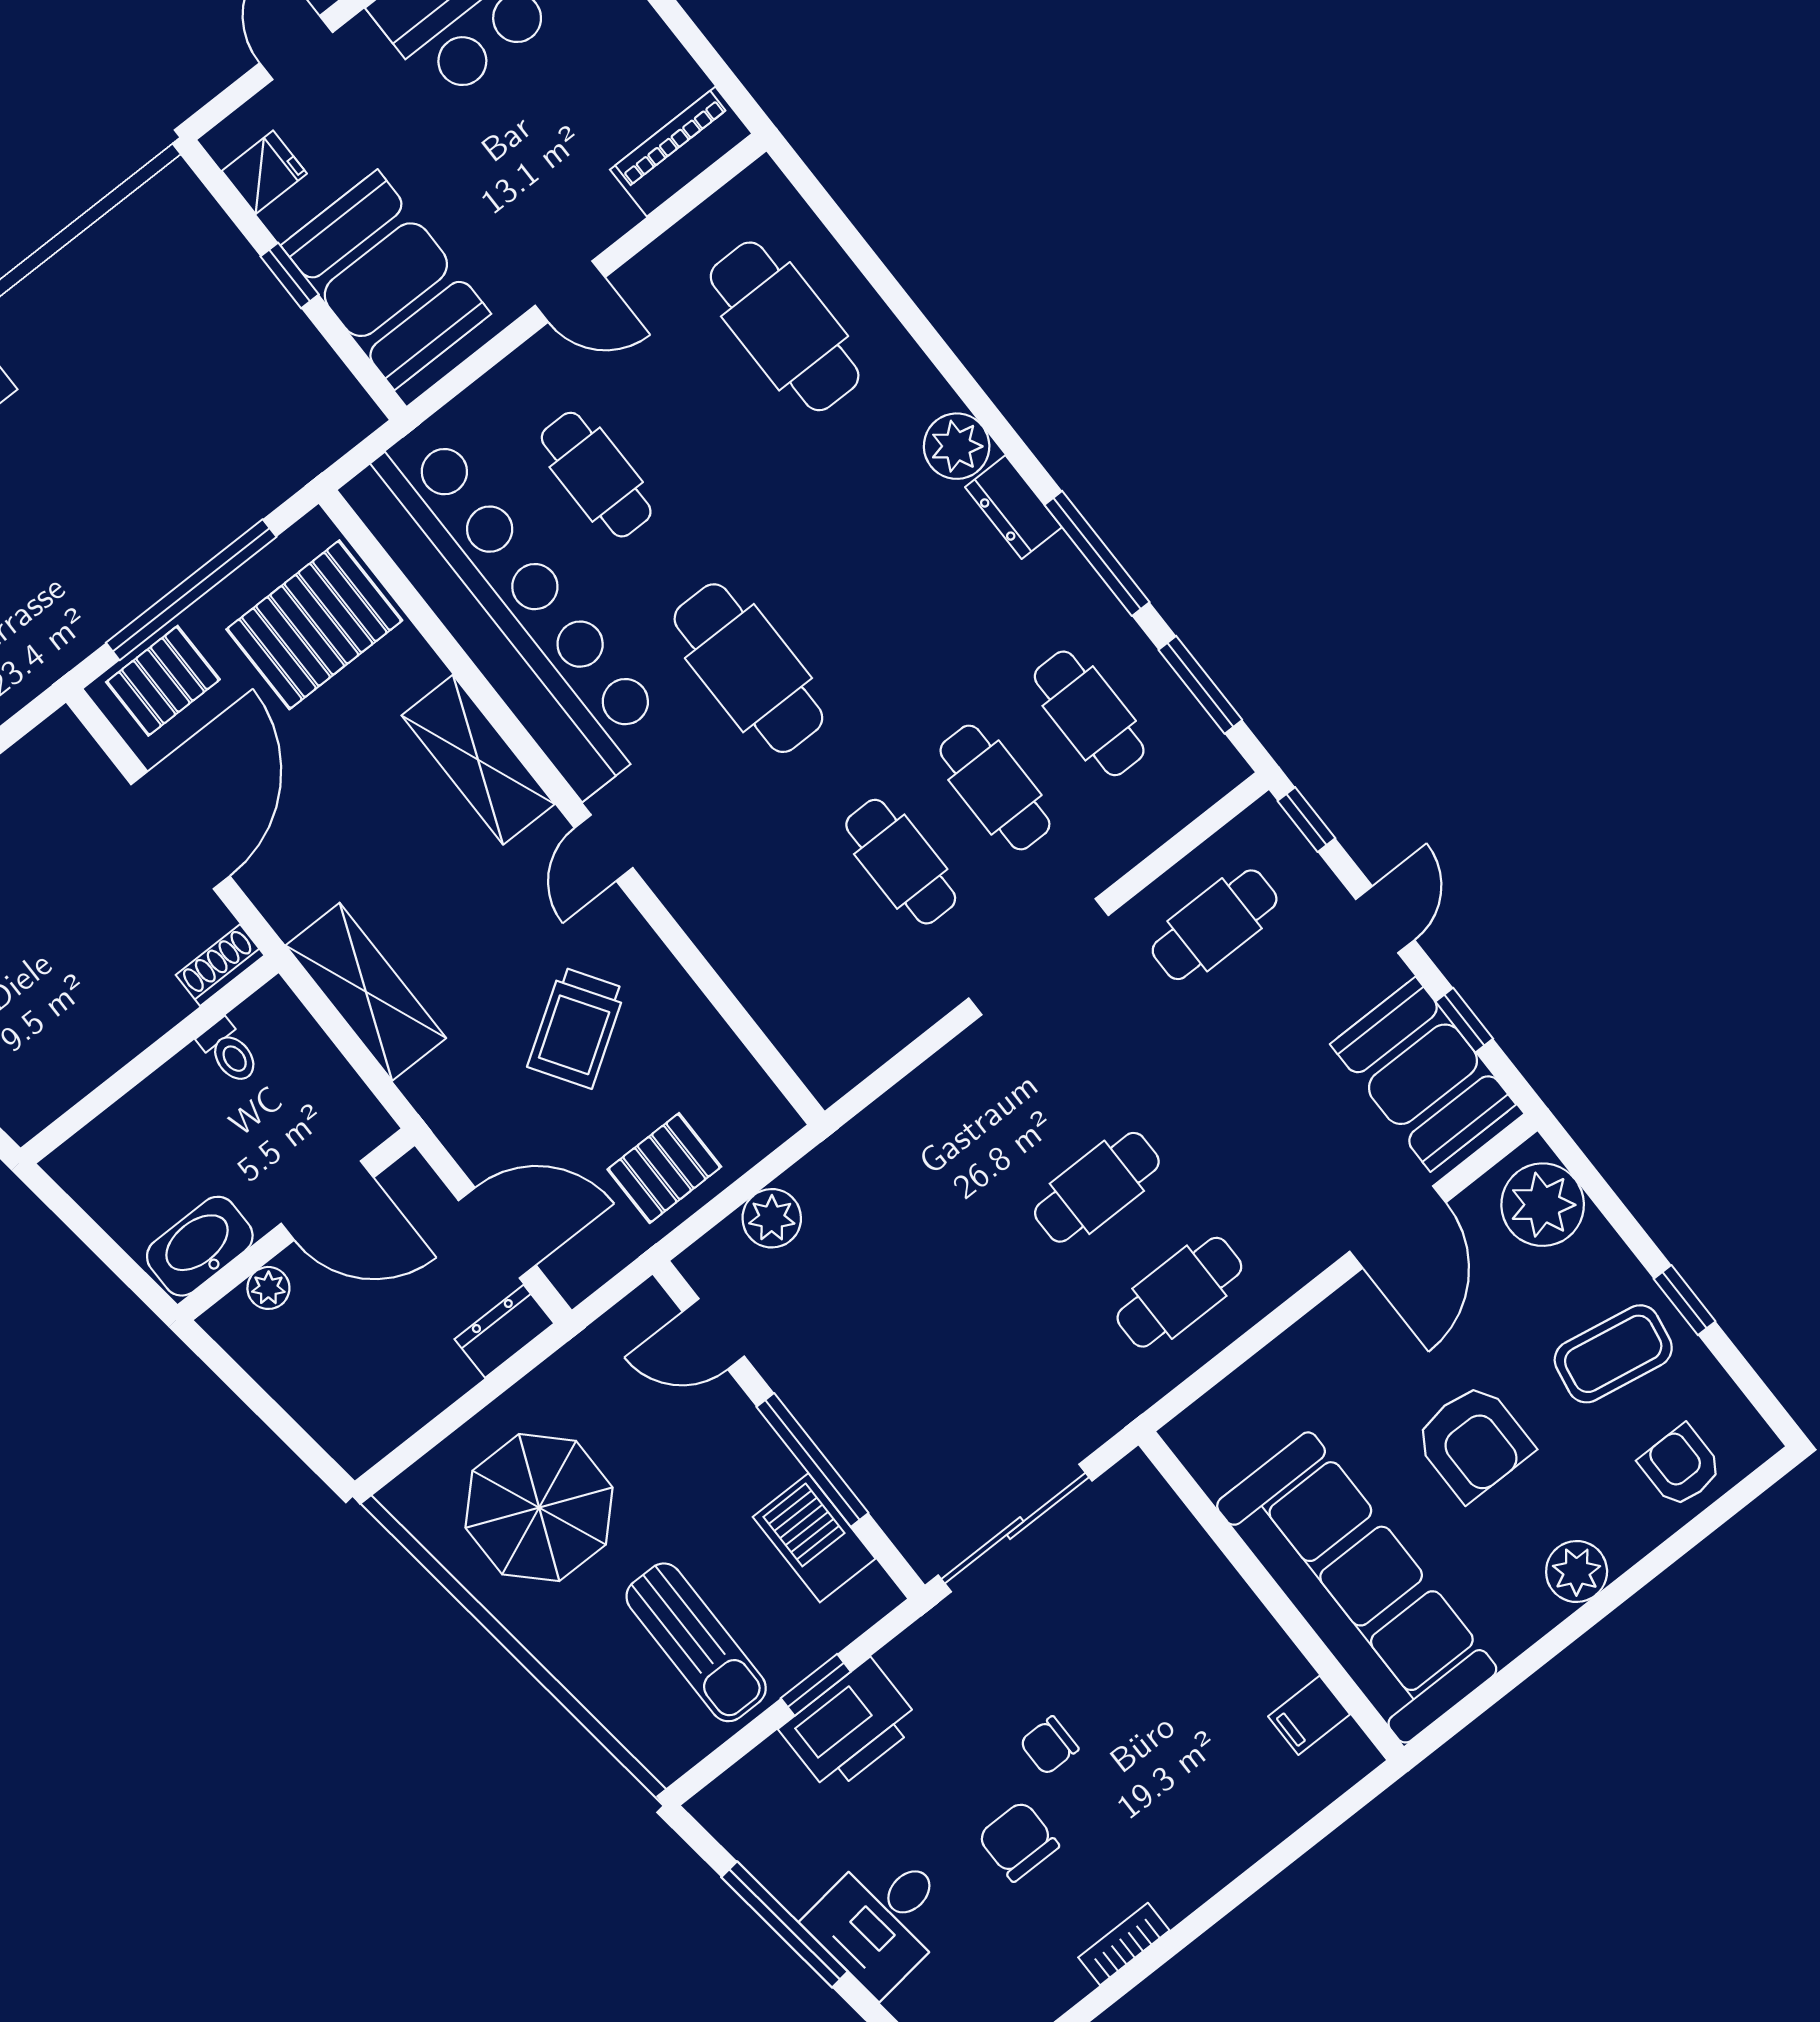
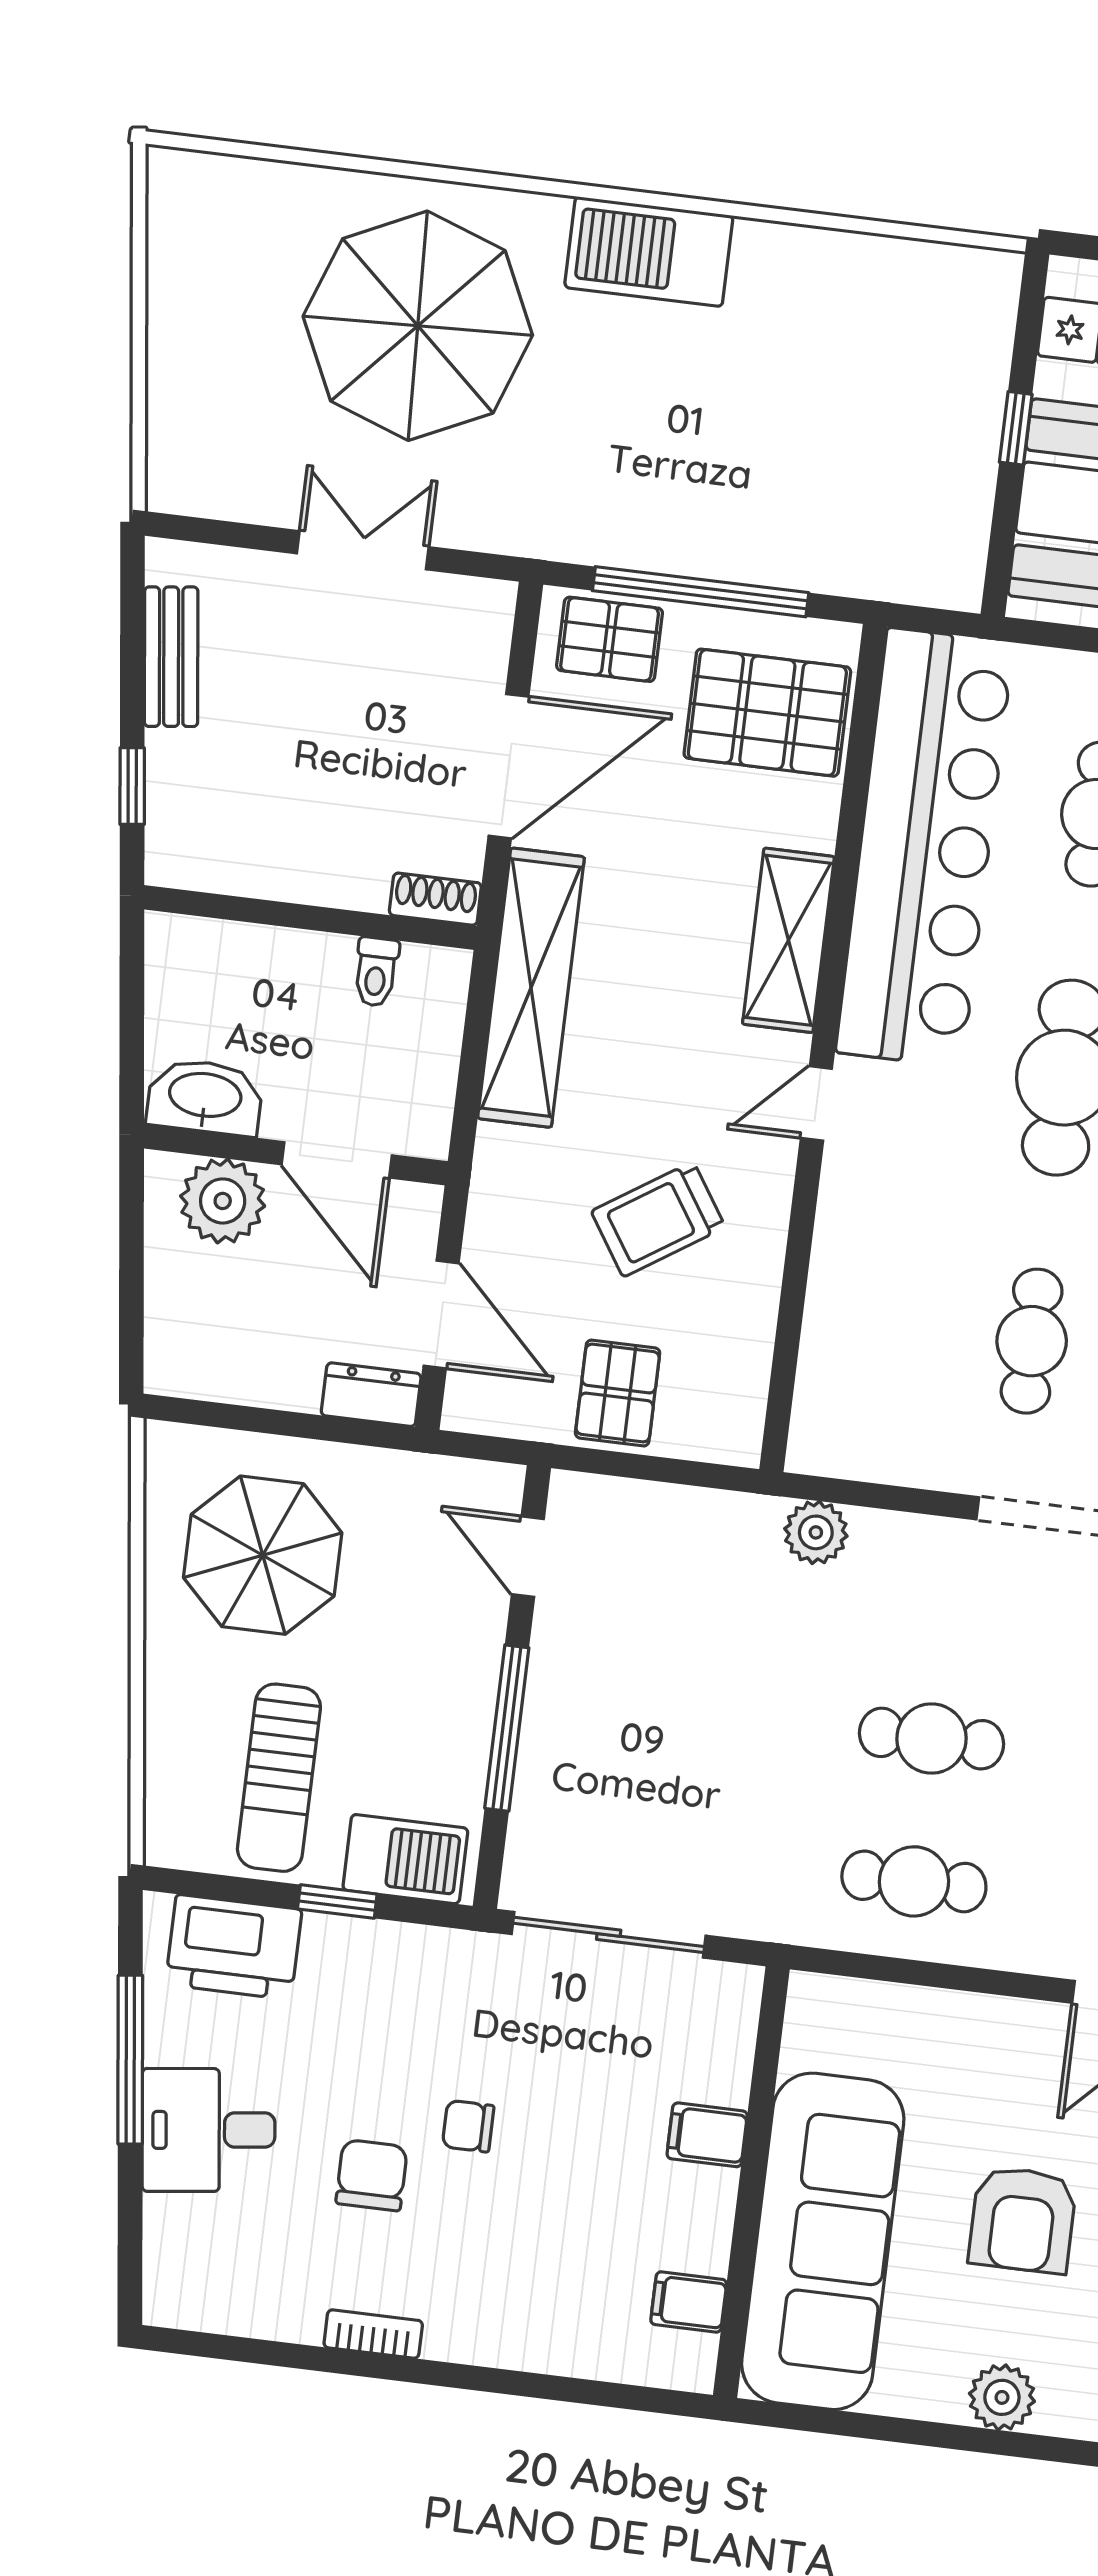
shelving: (366, 992) -> (531, 988), width x1.47
pallet: (664, 1168) -> (618, 1393), turned 90
plant: (772, 1218) -> (816, 1532), moved
plant: (268, 1288) -> (223, 1201), width x1.87, depth x1.87
barbecue: (814, 1538) -> (405, 1859), moved, turned 90
filing cabinet: (1211, 1594) -> (707, 2135), added
printer: (850, 1726) -> (234, 1947), moved

